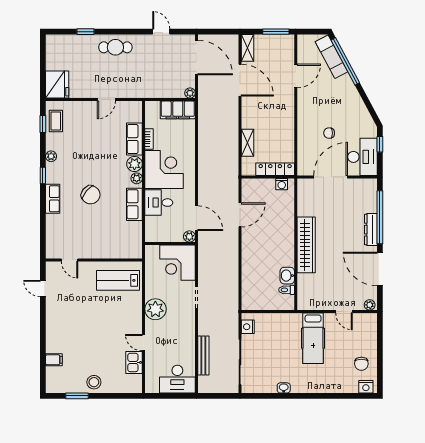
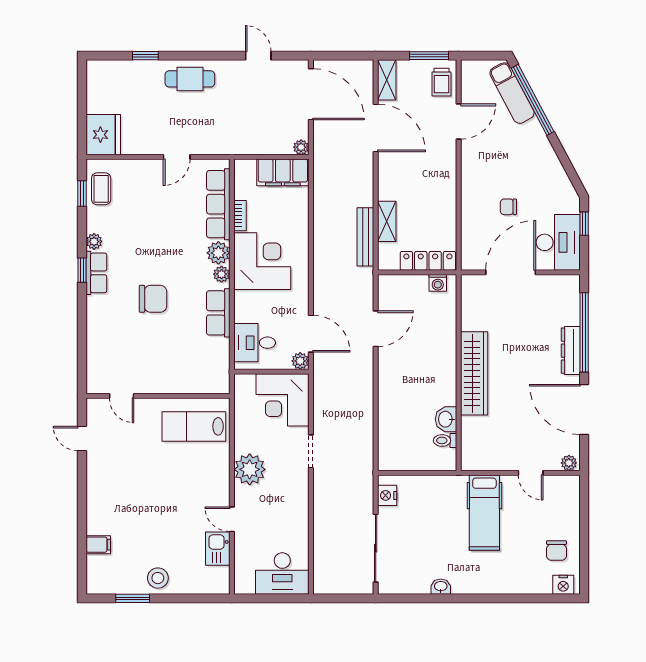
trolley: (284, 49) -> (442, 82), added
row of seats: (134, 139) -> (218, 204), width x1.48
chair: (91, 195) -> (153, 299), turned -40
row of seats: (53, 199) -> (96, 273), moved
desk: (159, 203) -> (255, 343), moved
bench: (203, 356) -> (365, 237), moved

